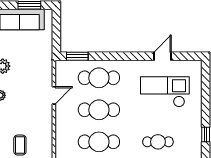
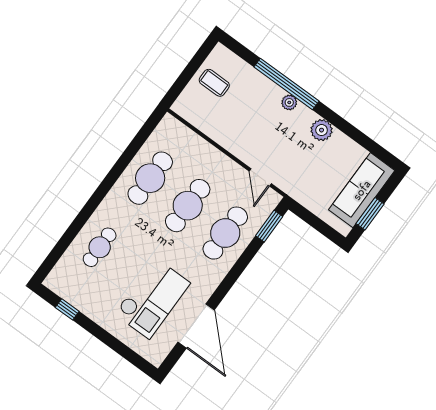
door: (162, 56) -> (196, 326), width x1.88
door: (54, 95) -> (260, 177), moved

